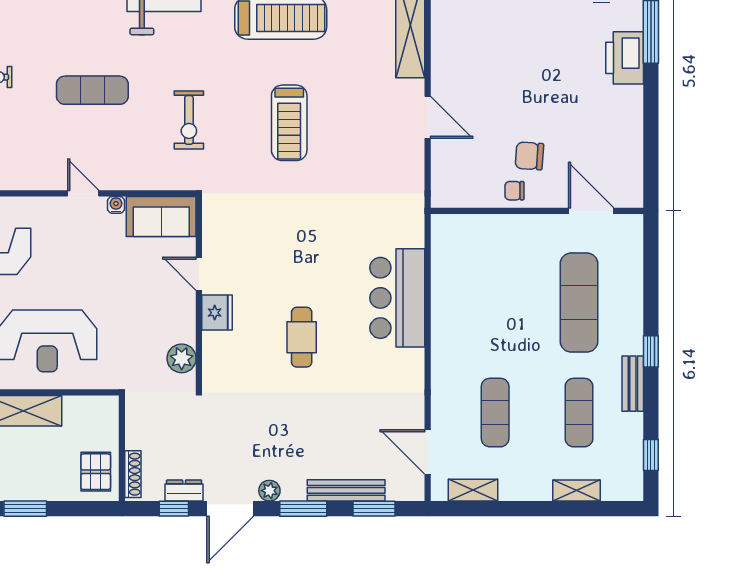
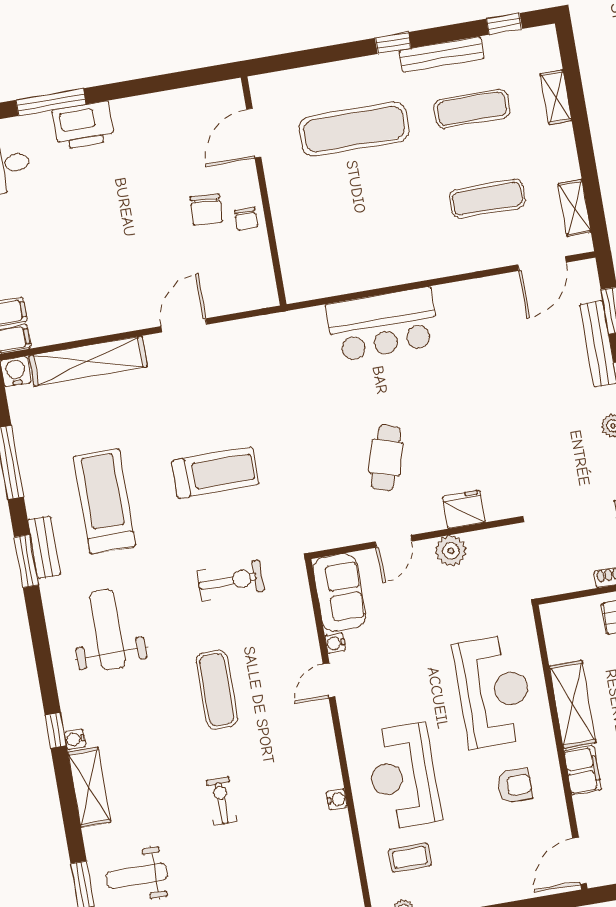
fridge: (217, 313) -> (464, 509), moved
cafe table: (302, 337) -> (386, 458), moved, turned -73
plant: (182, 358) -> (451, 551), moved
bench: (633, 384) -> (442, 55), width x1.36

